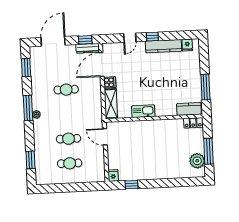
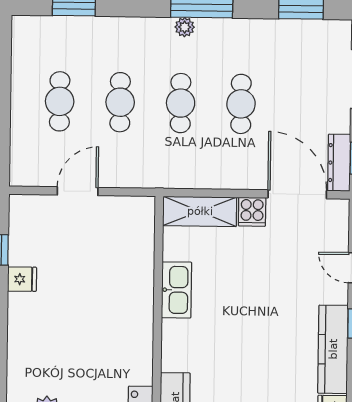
cafe table: (67, 114) -> (181, 103), added
door: (105, 137) -> (78, 191), moved
fridge: (113, 176) -> (22, 279), moved

